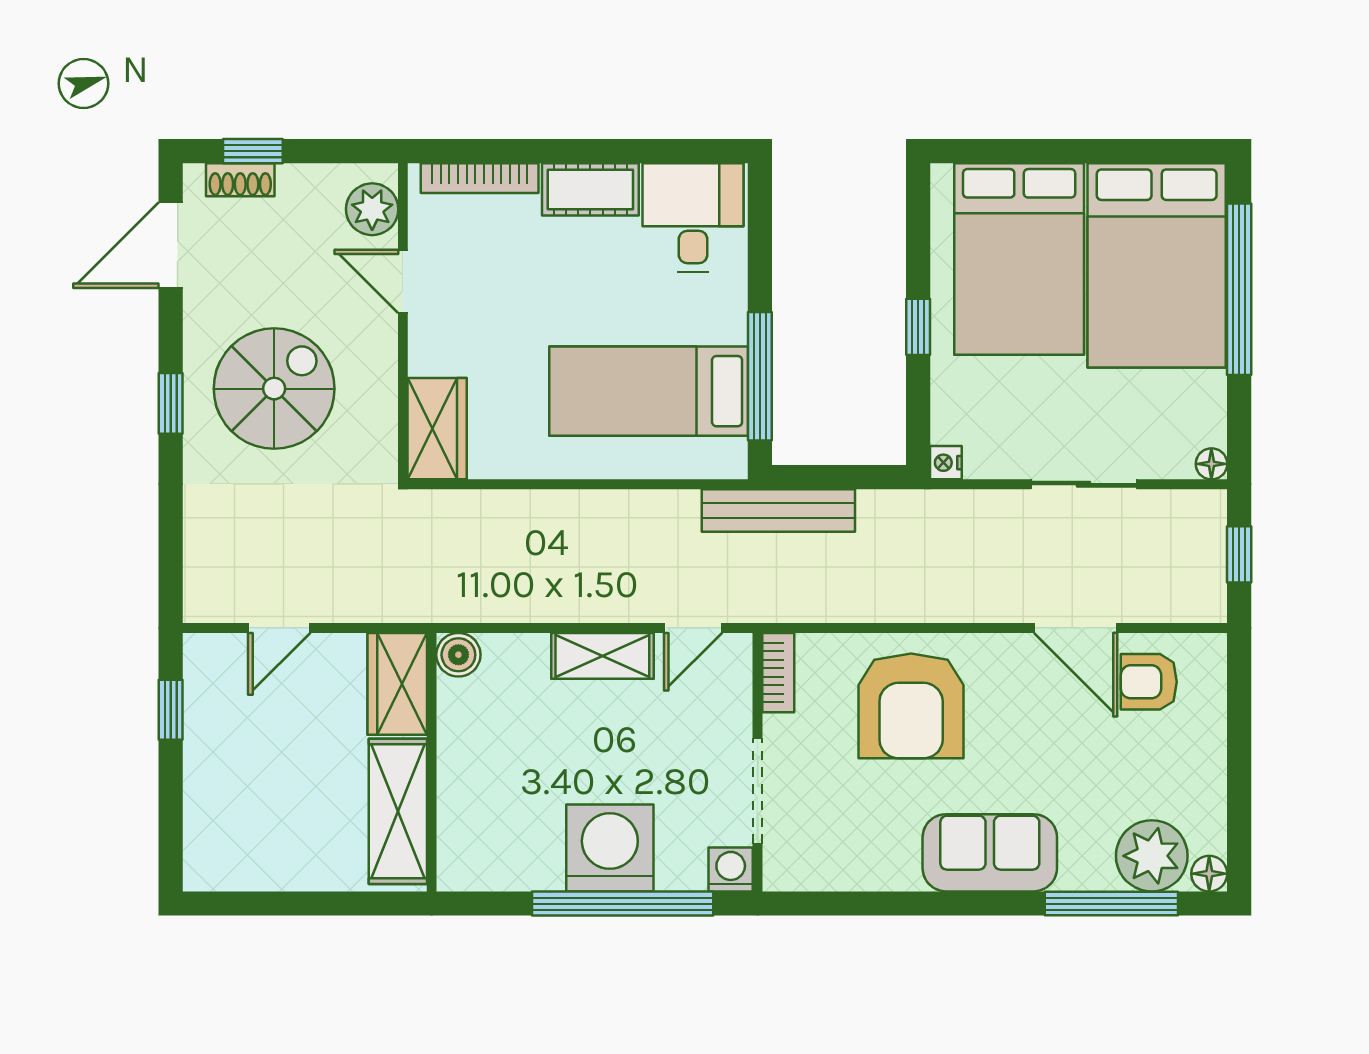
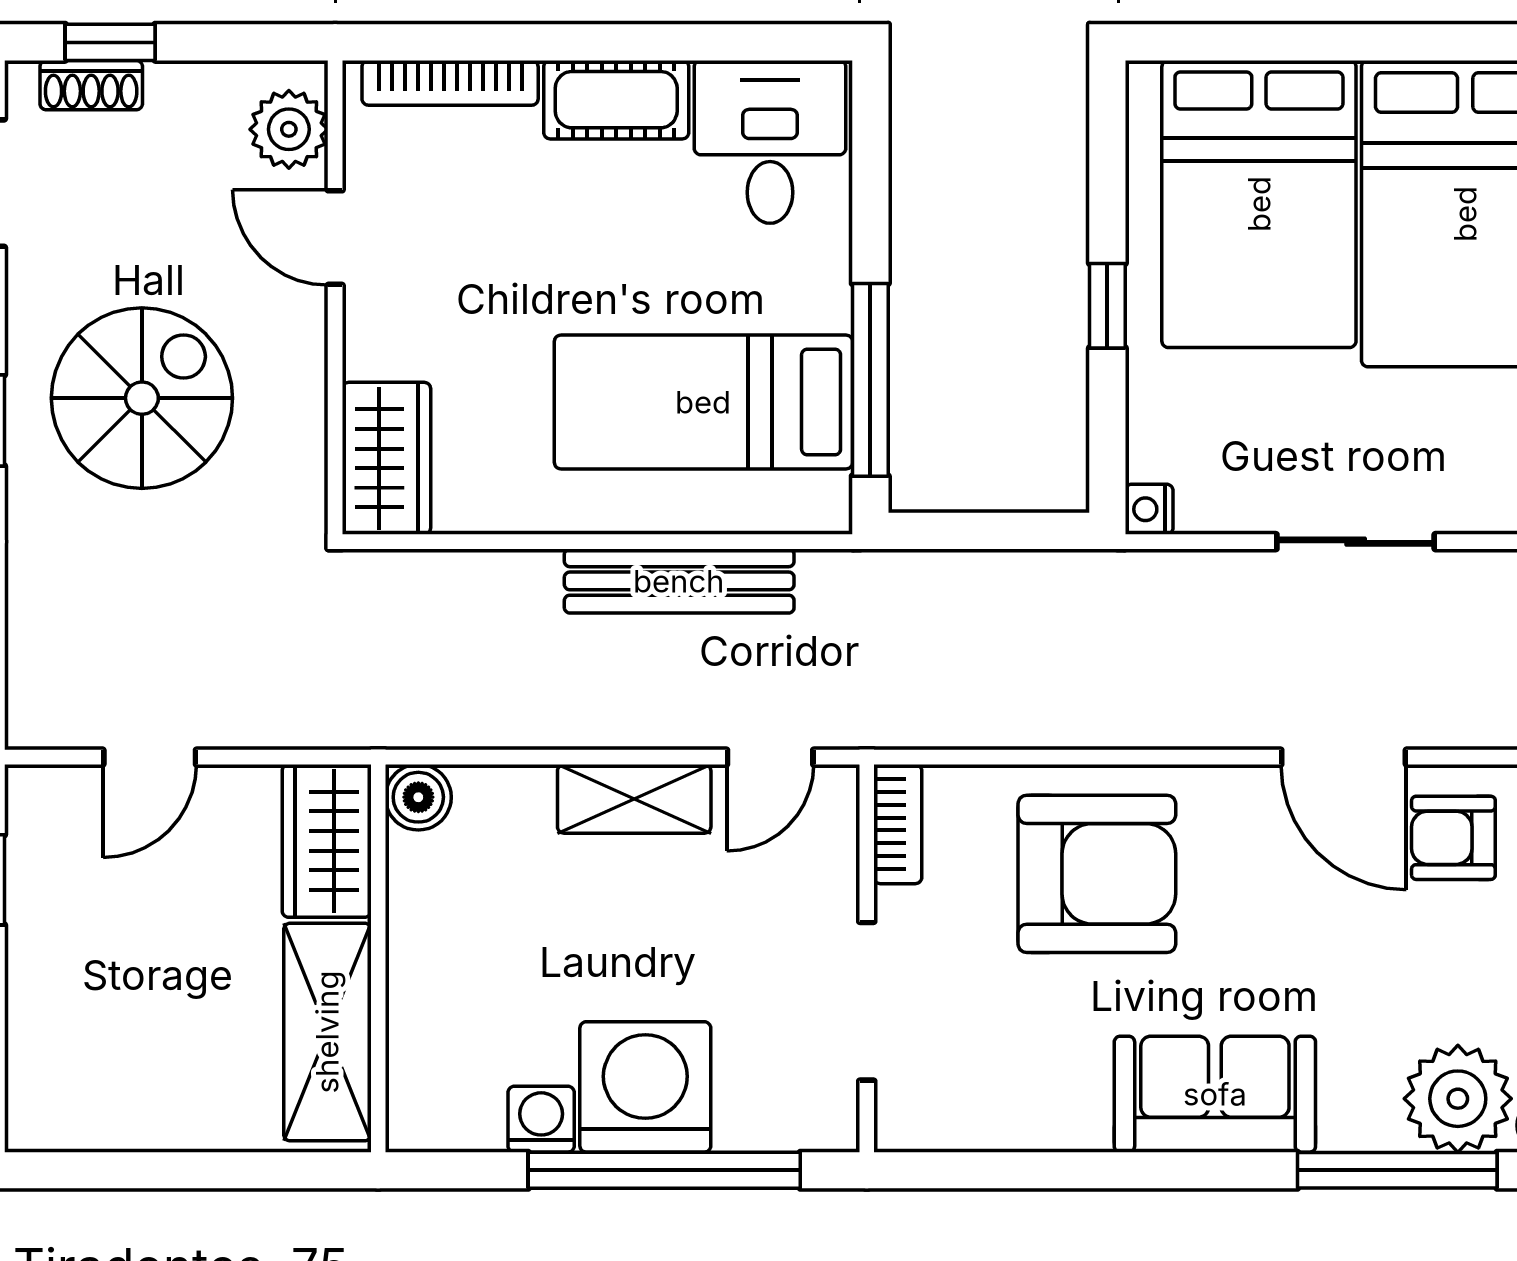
bench: (778, 510) -> (679, 581), moved
armchair: (911, 706) -> (1097, 874), turned -90
washing machine: (731, 869) -> (541, 1119), moved

